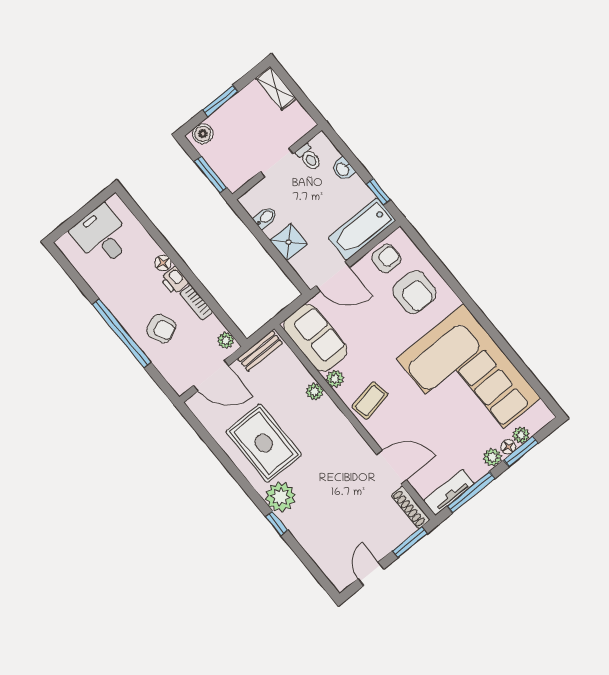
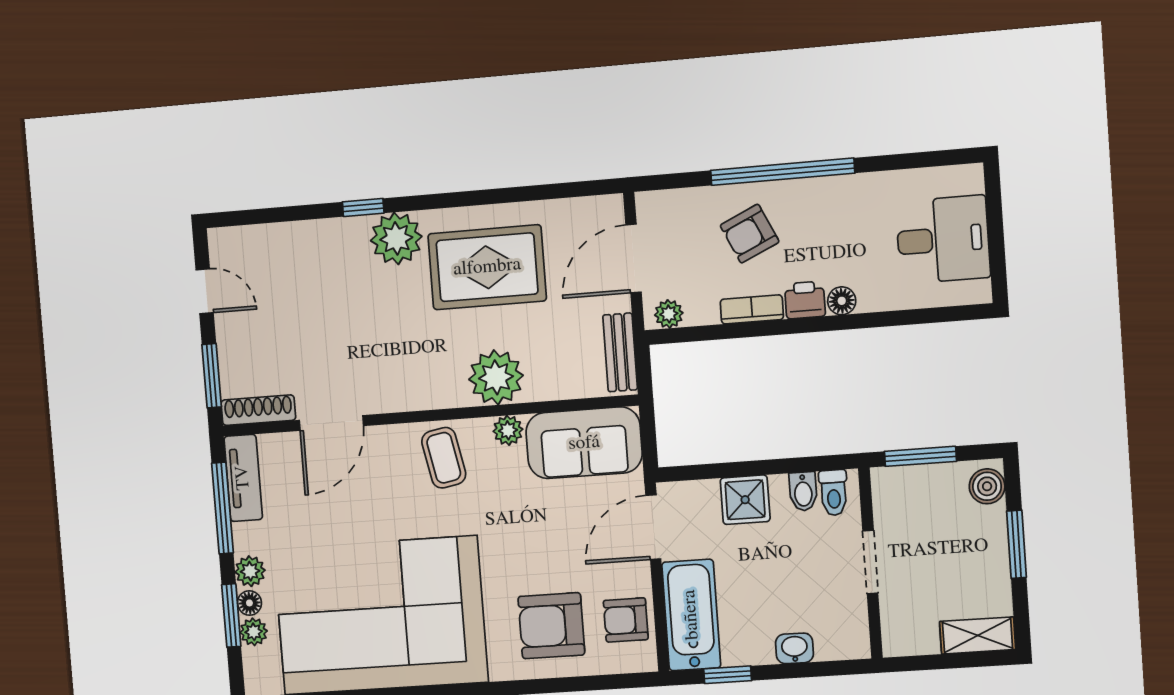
toilet: (309, 157) -> (834, 493), moved, turned -90
armchair: (386, 258) -> (626, 620), turned 90
plant: (315, 392) -> (496, 377), width x1.87, depth x1.87

